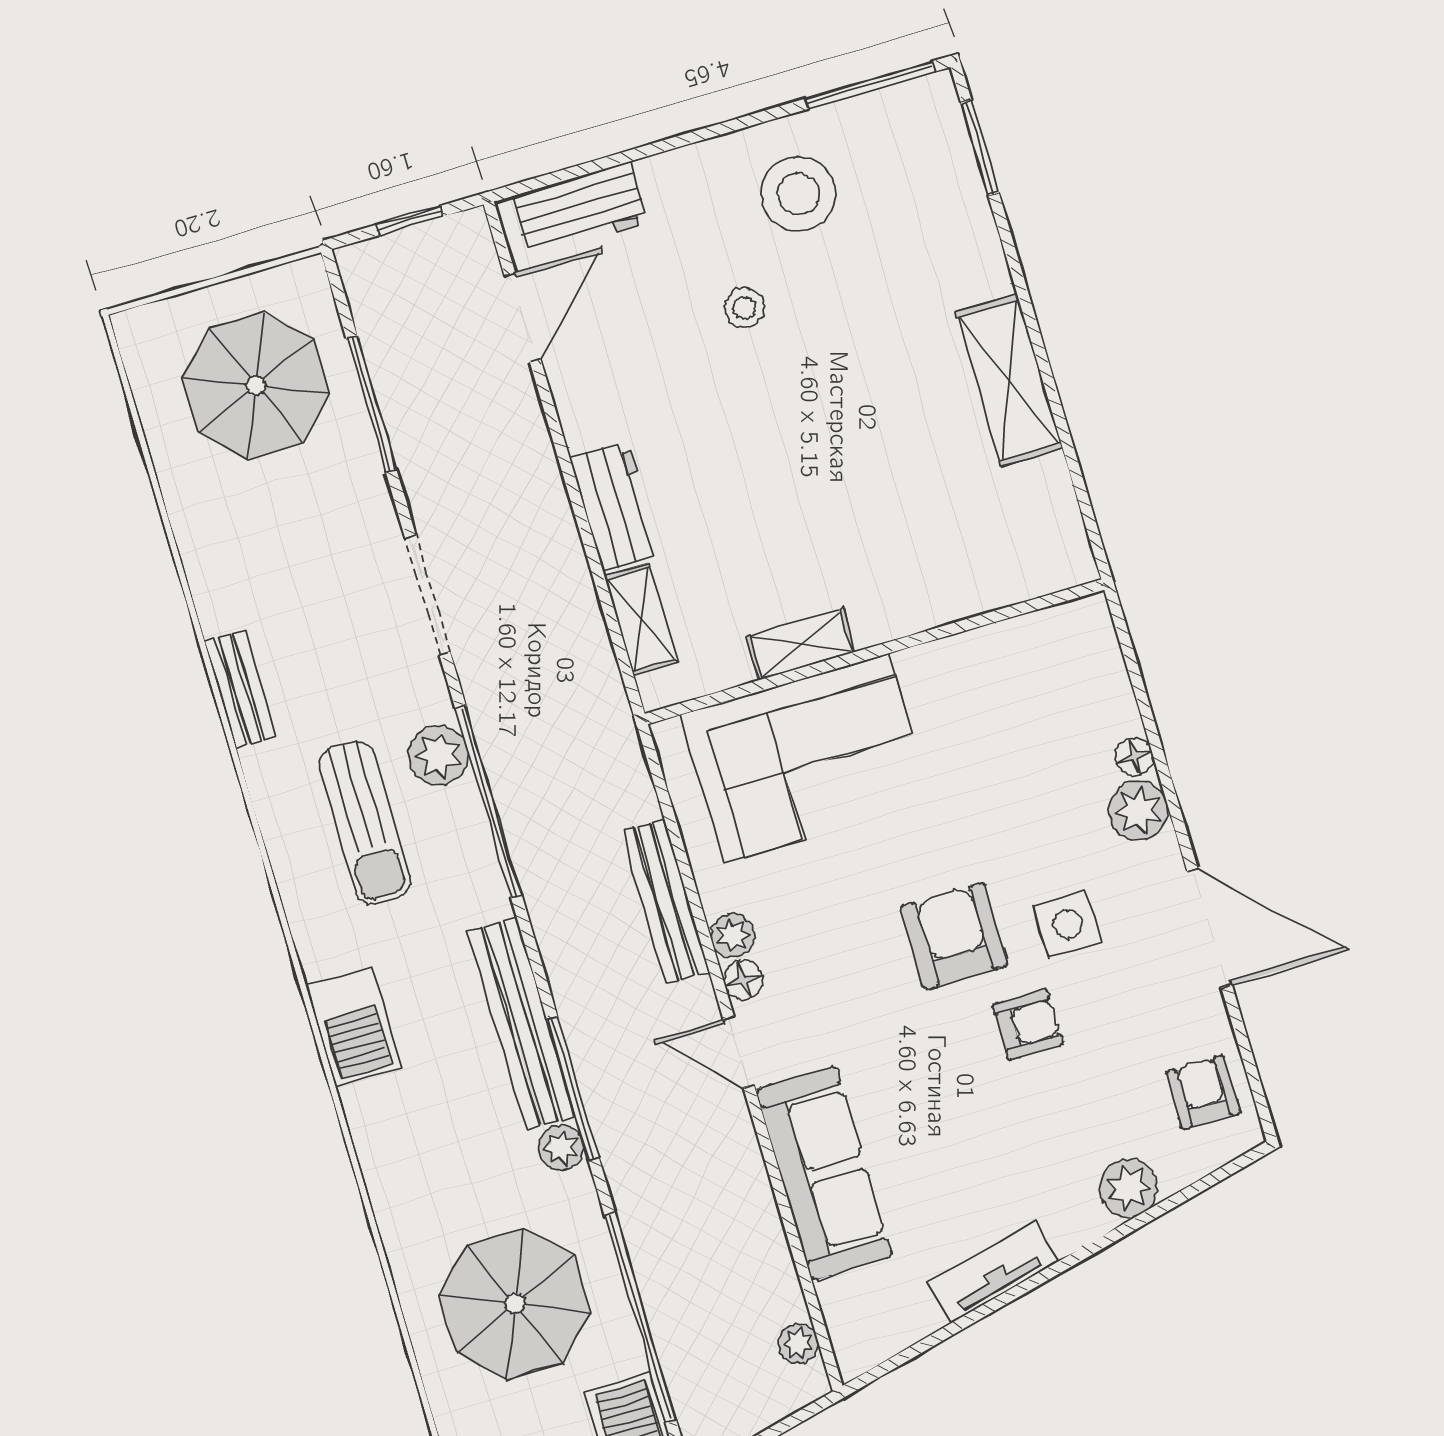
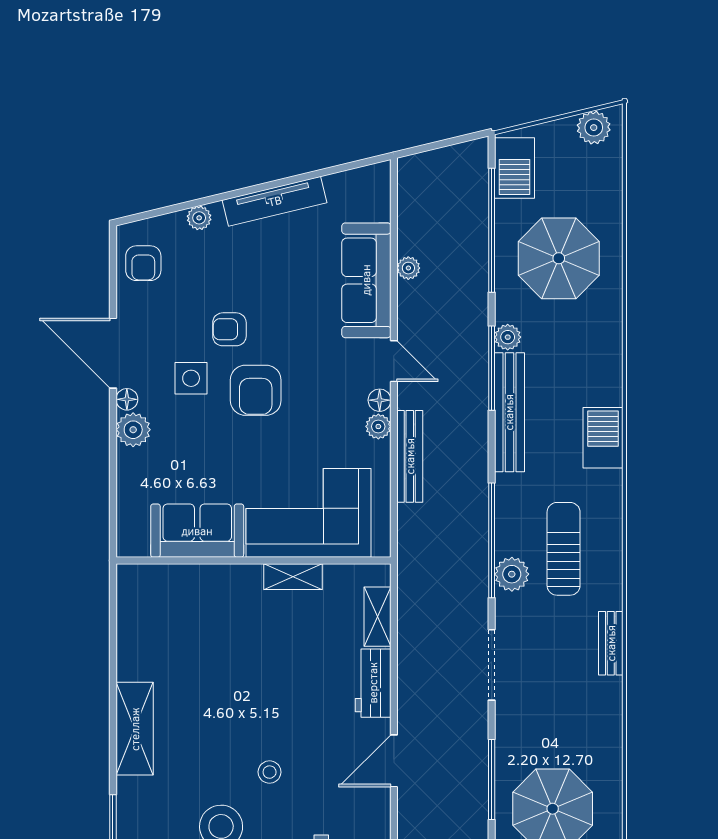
door: (522, 317) -> (394, 761), moved
shelving: (1009, 380) -> (135, 729), moved
sofa: (983, 674) -> (197, 531), added
floor lamp: (1134, 757) -> (127, 399), moved
plant: (1129, 1188) -> (199, 218), width x0.73, depth x0.73
tv unit: (993, 1272) -> (275, 201), width x1.41
plant: (798, 1343) -> (408, 268), moved

